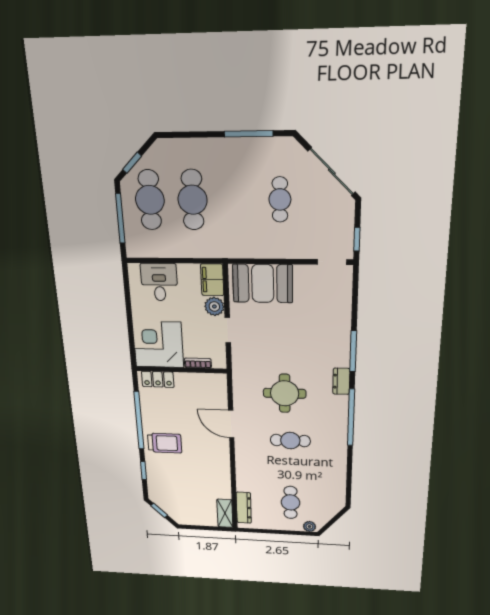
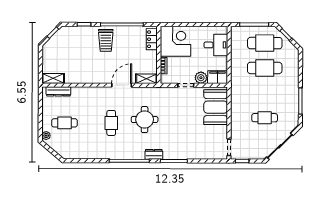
shelving: (220, 389) -> (146, 79), added

